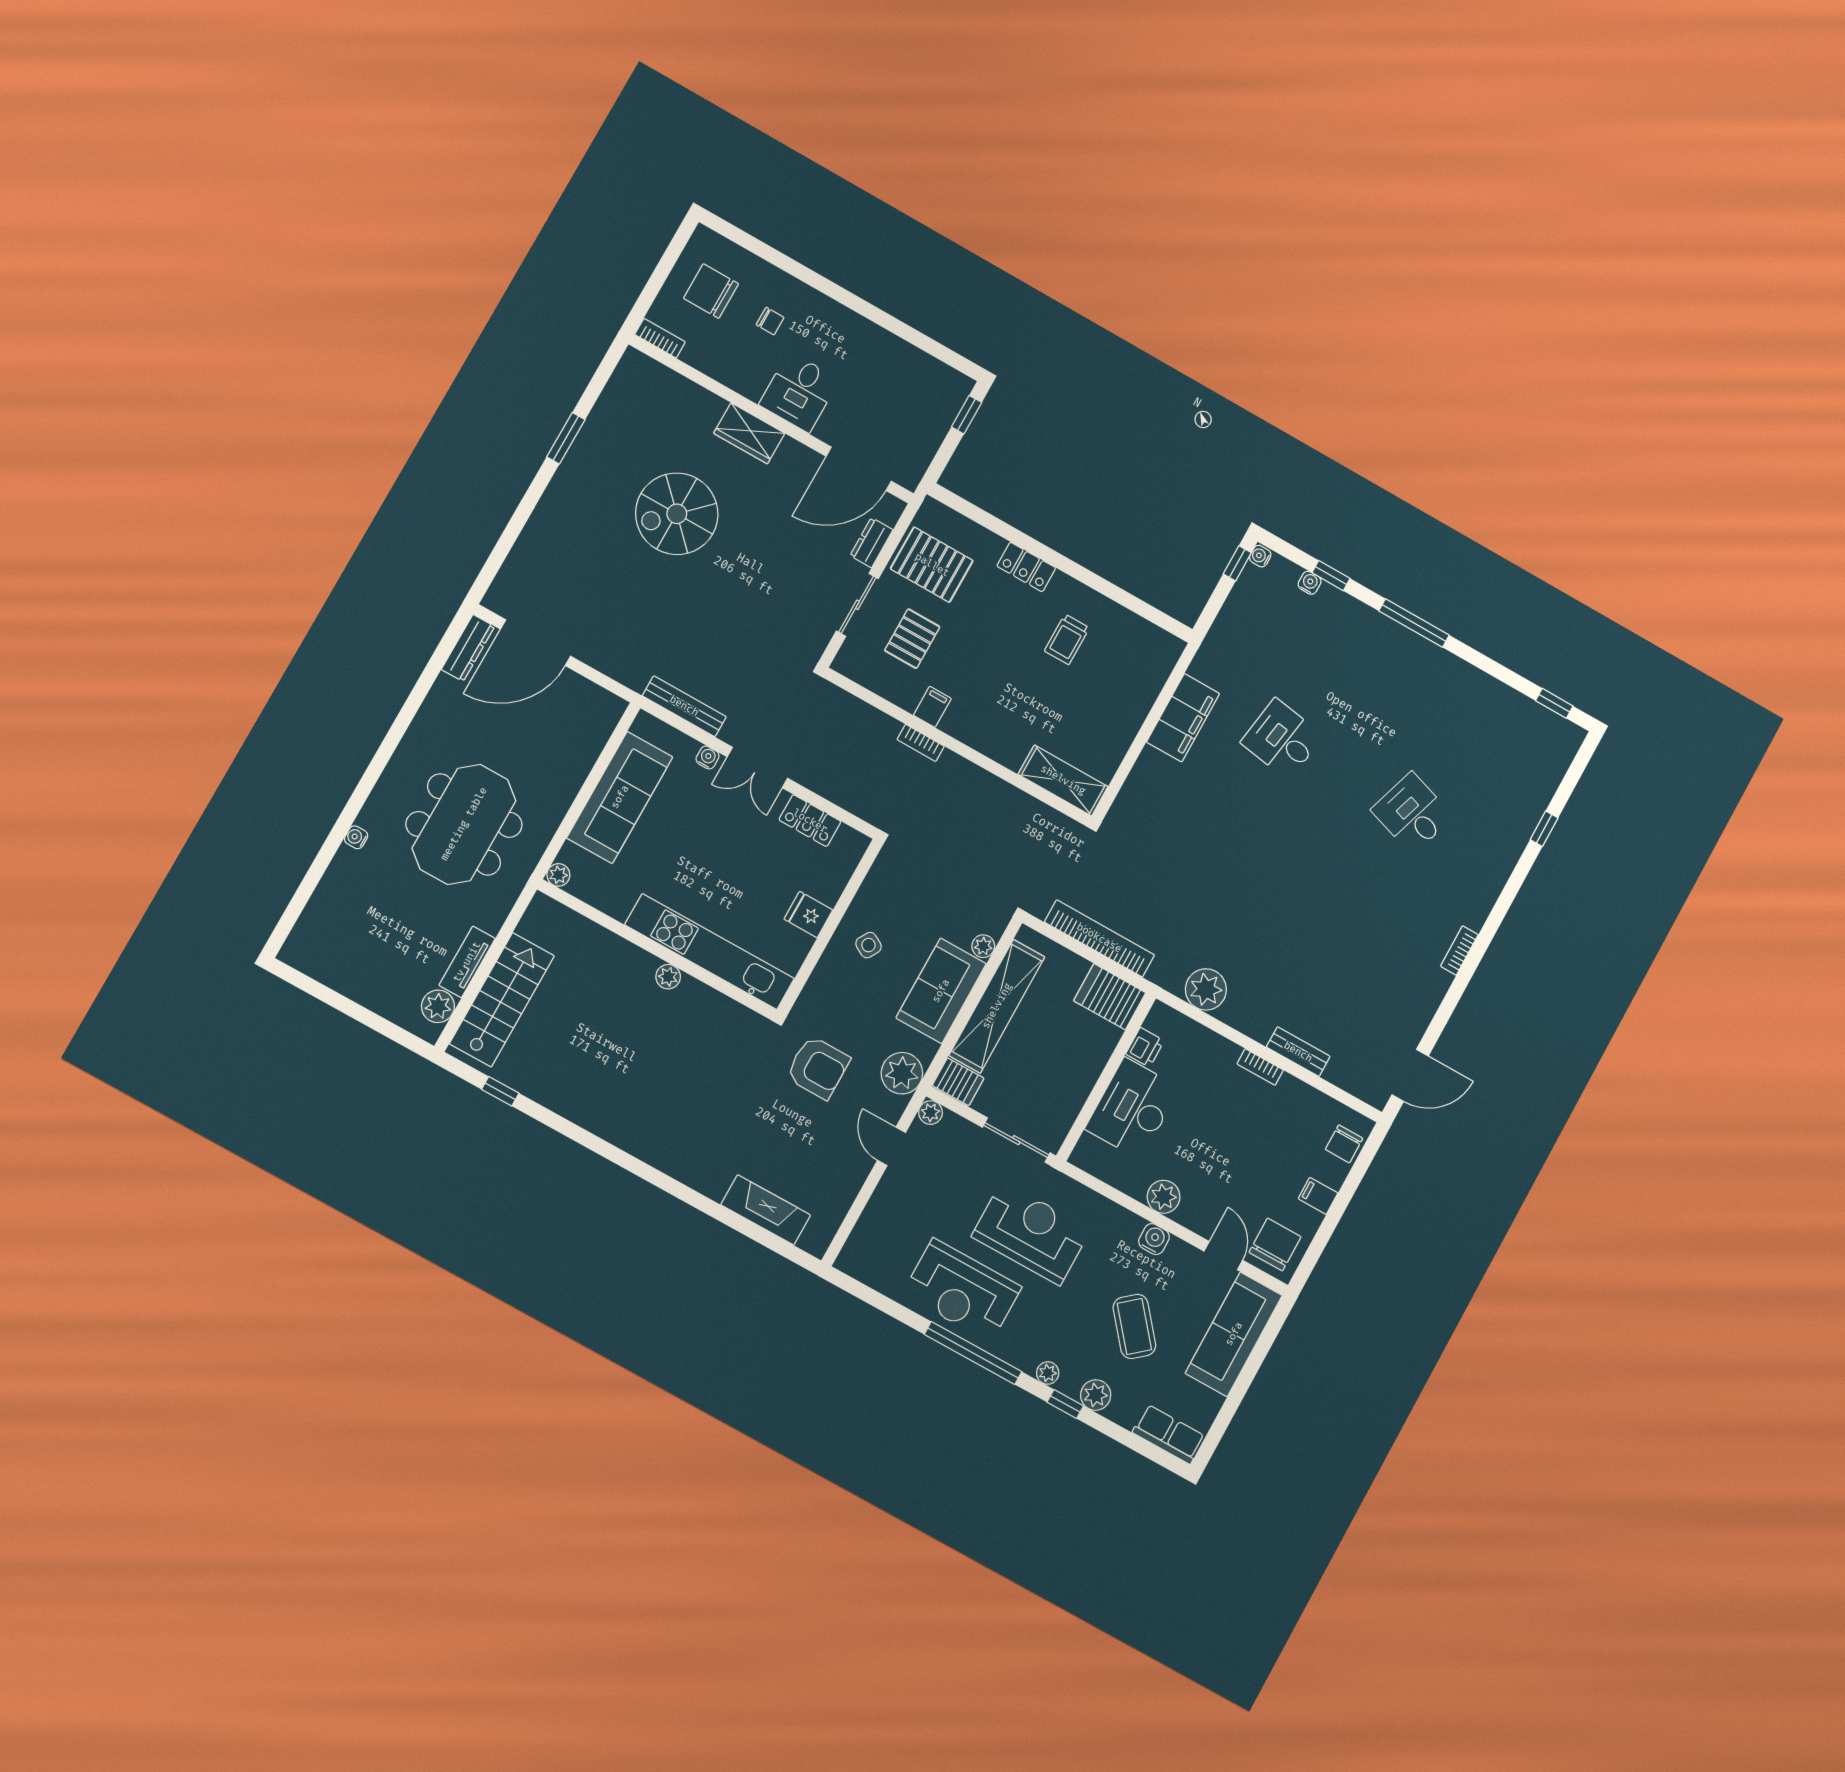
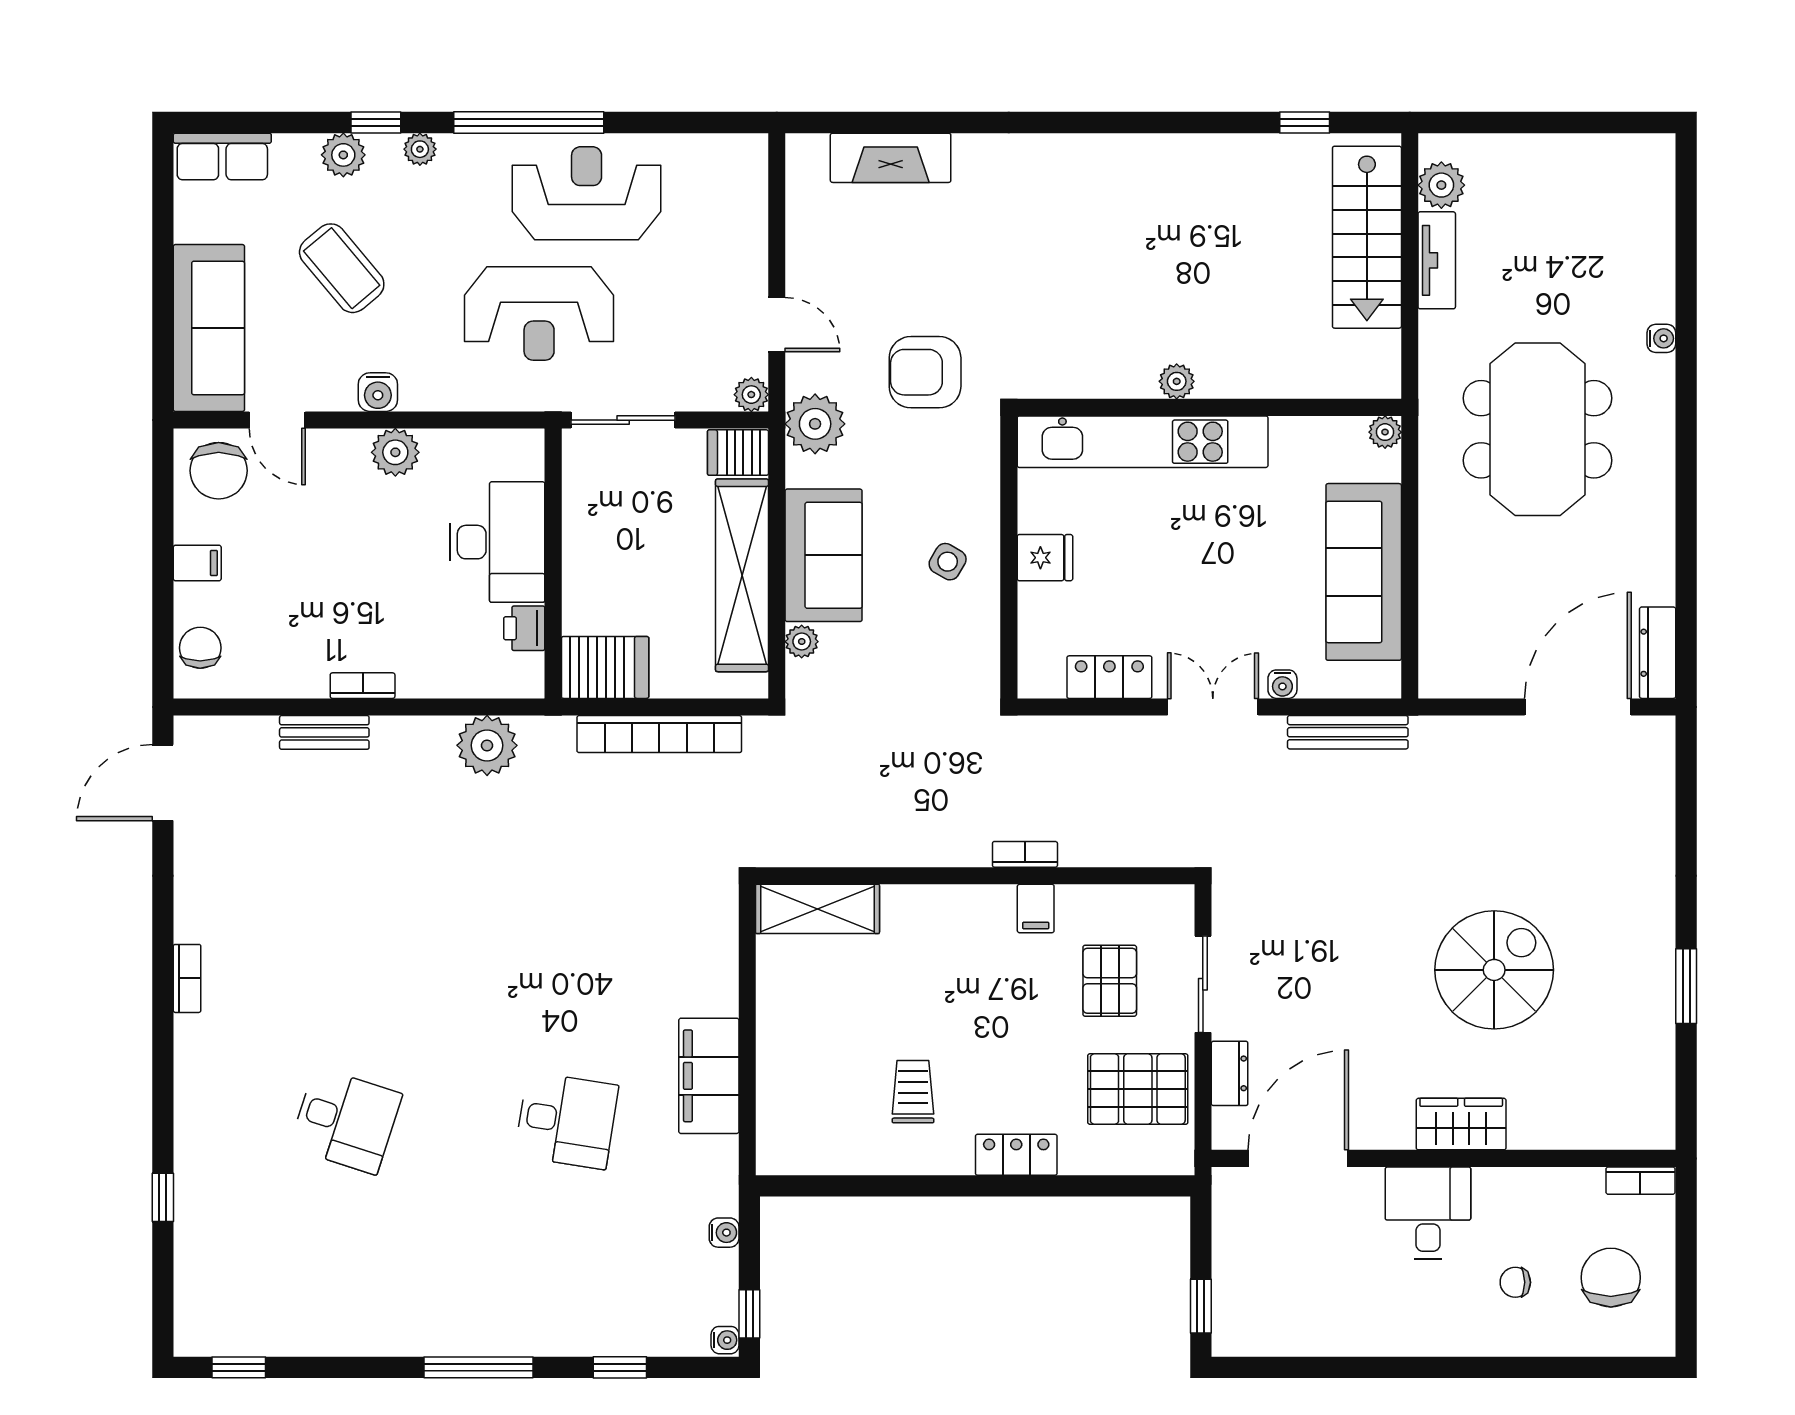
chair: (711, 291) -> (1611, 1278), turned -90
water cooler: (1310, 583) -> (724, 1233), moved, turned -90

